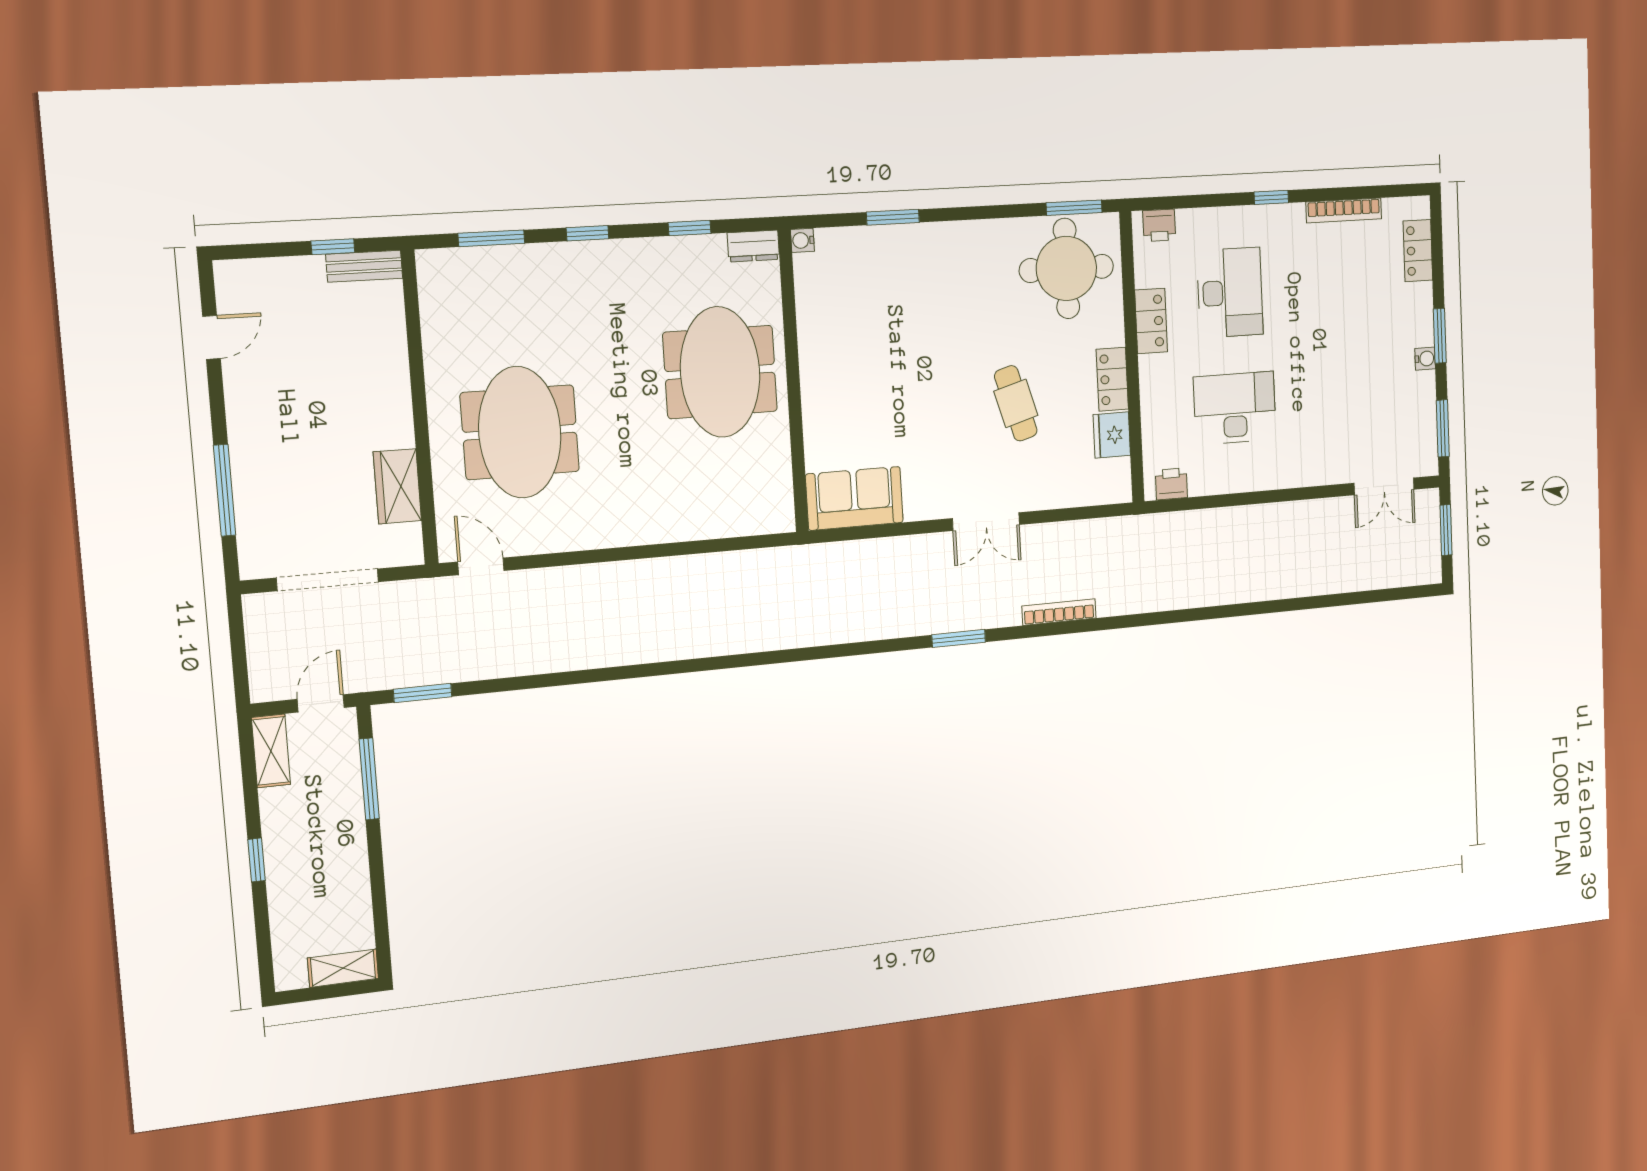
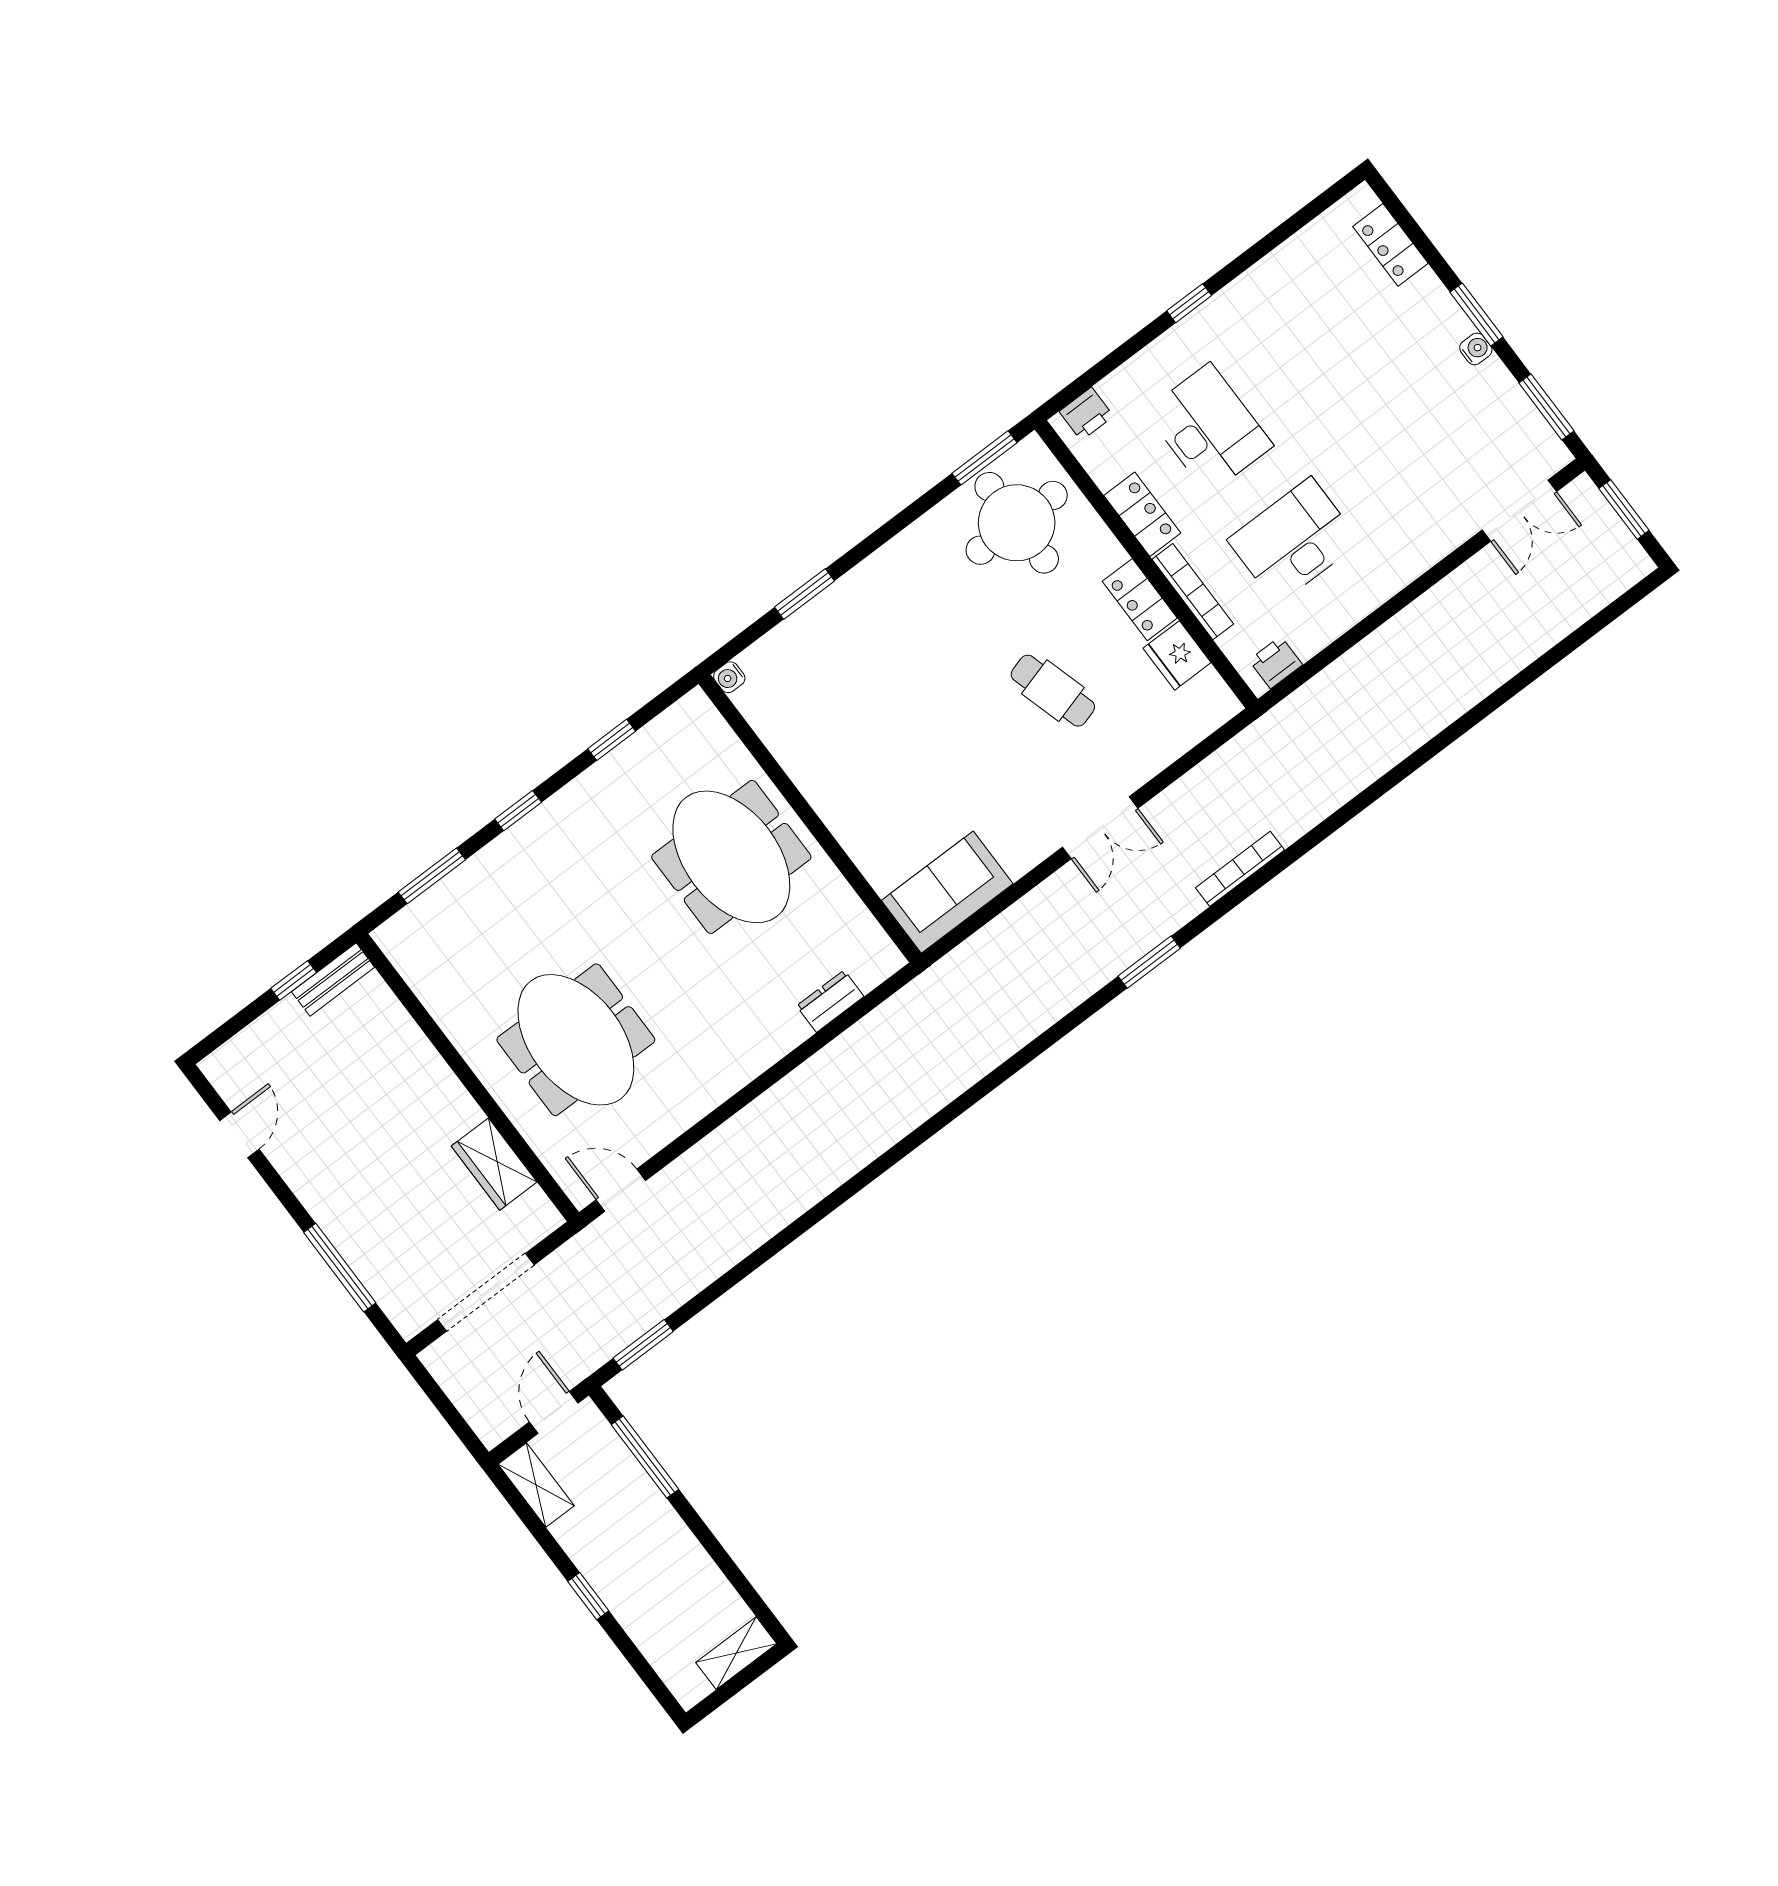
bookcase: (1344, 210) -> (1193, 592), moved, turned -90
dresser: (753, 246) -> (830, 1001), moved, turned 180

